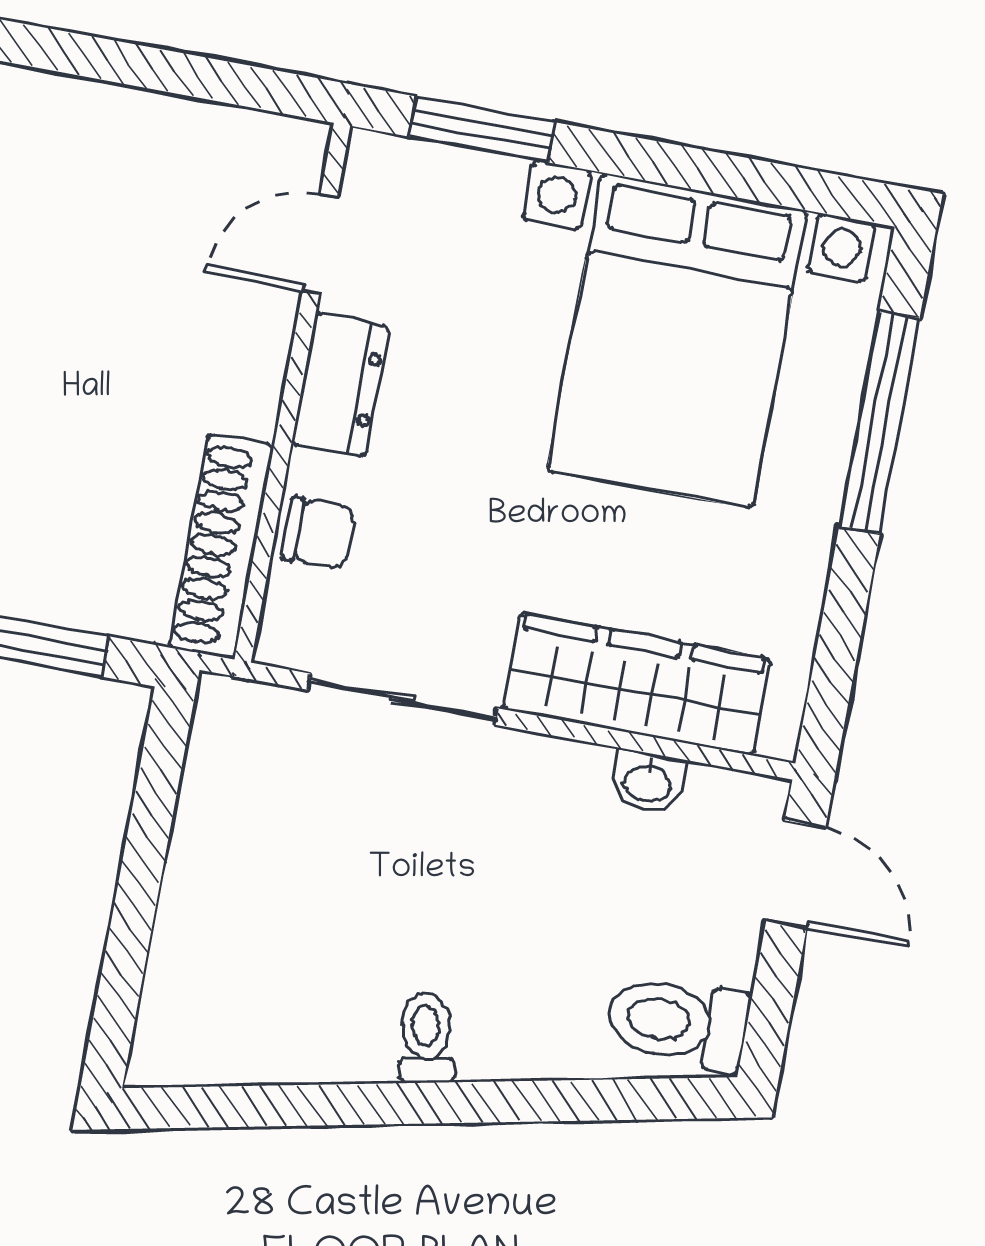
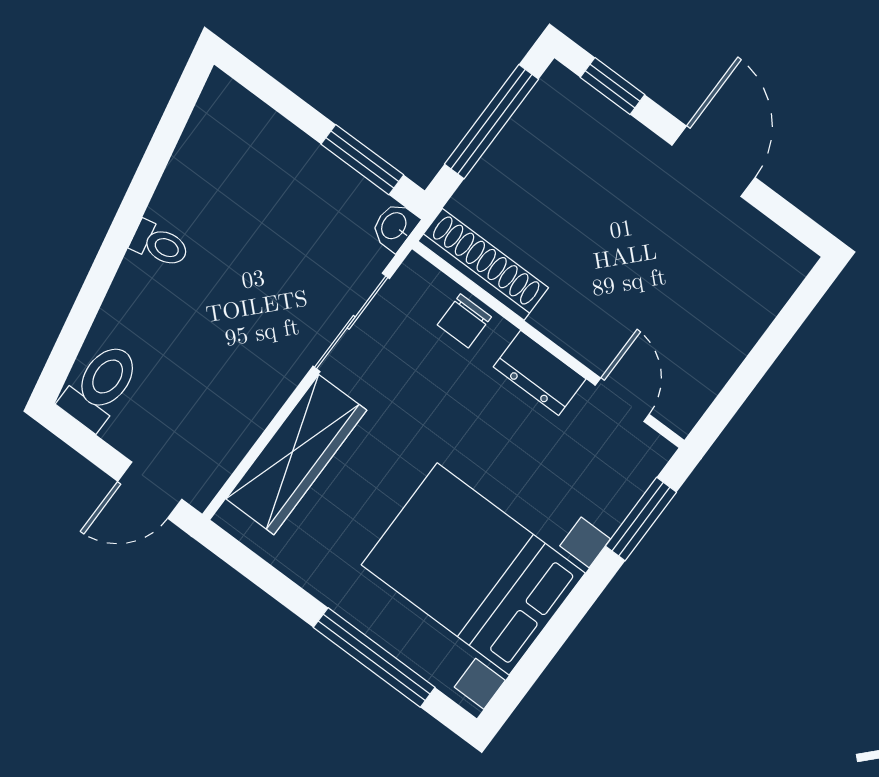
washbasin: (648, 782) -> (395, 226), moved
window: (154, 801) -> (362, 160), added

